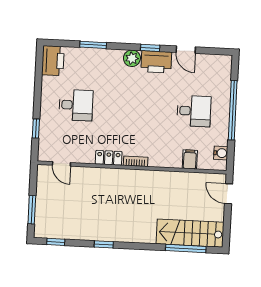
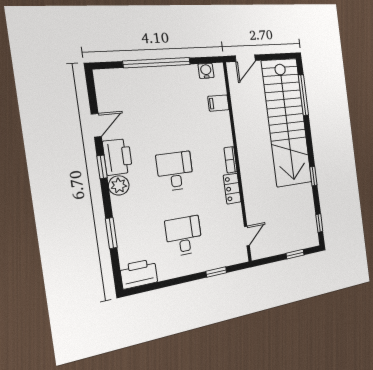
desk: (194, 111) -> (175, 171), moved
window: (32, 210) -> (295, 254), width x0.67
stairs: (190, 233) -> (287, 122), width x1.86, depth x1.51

